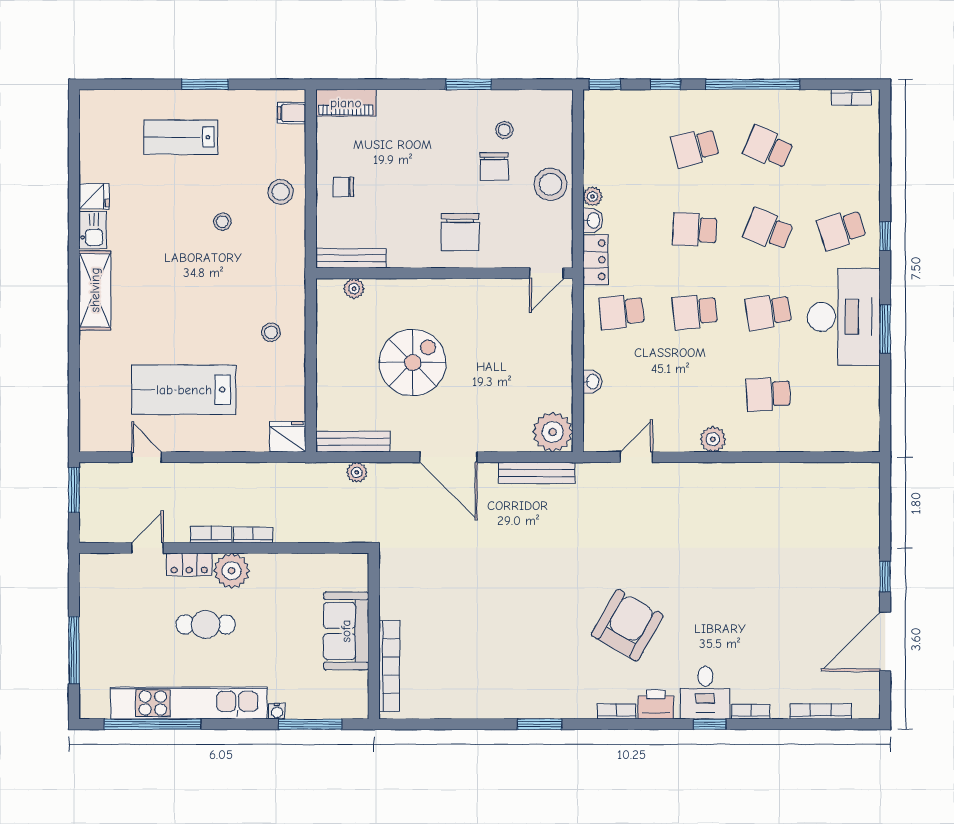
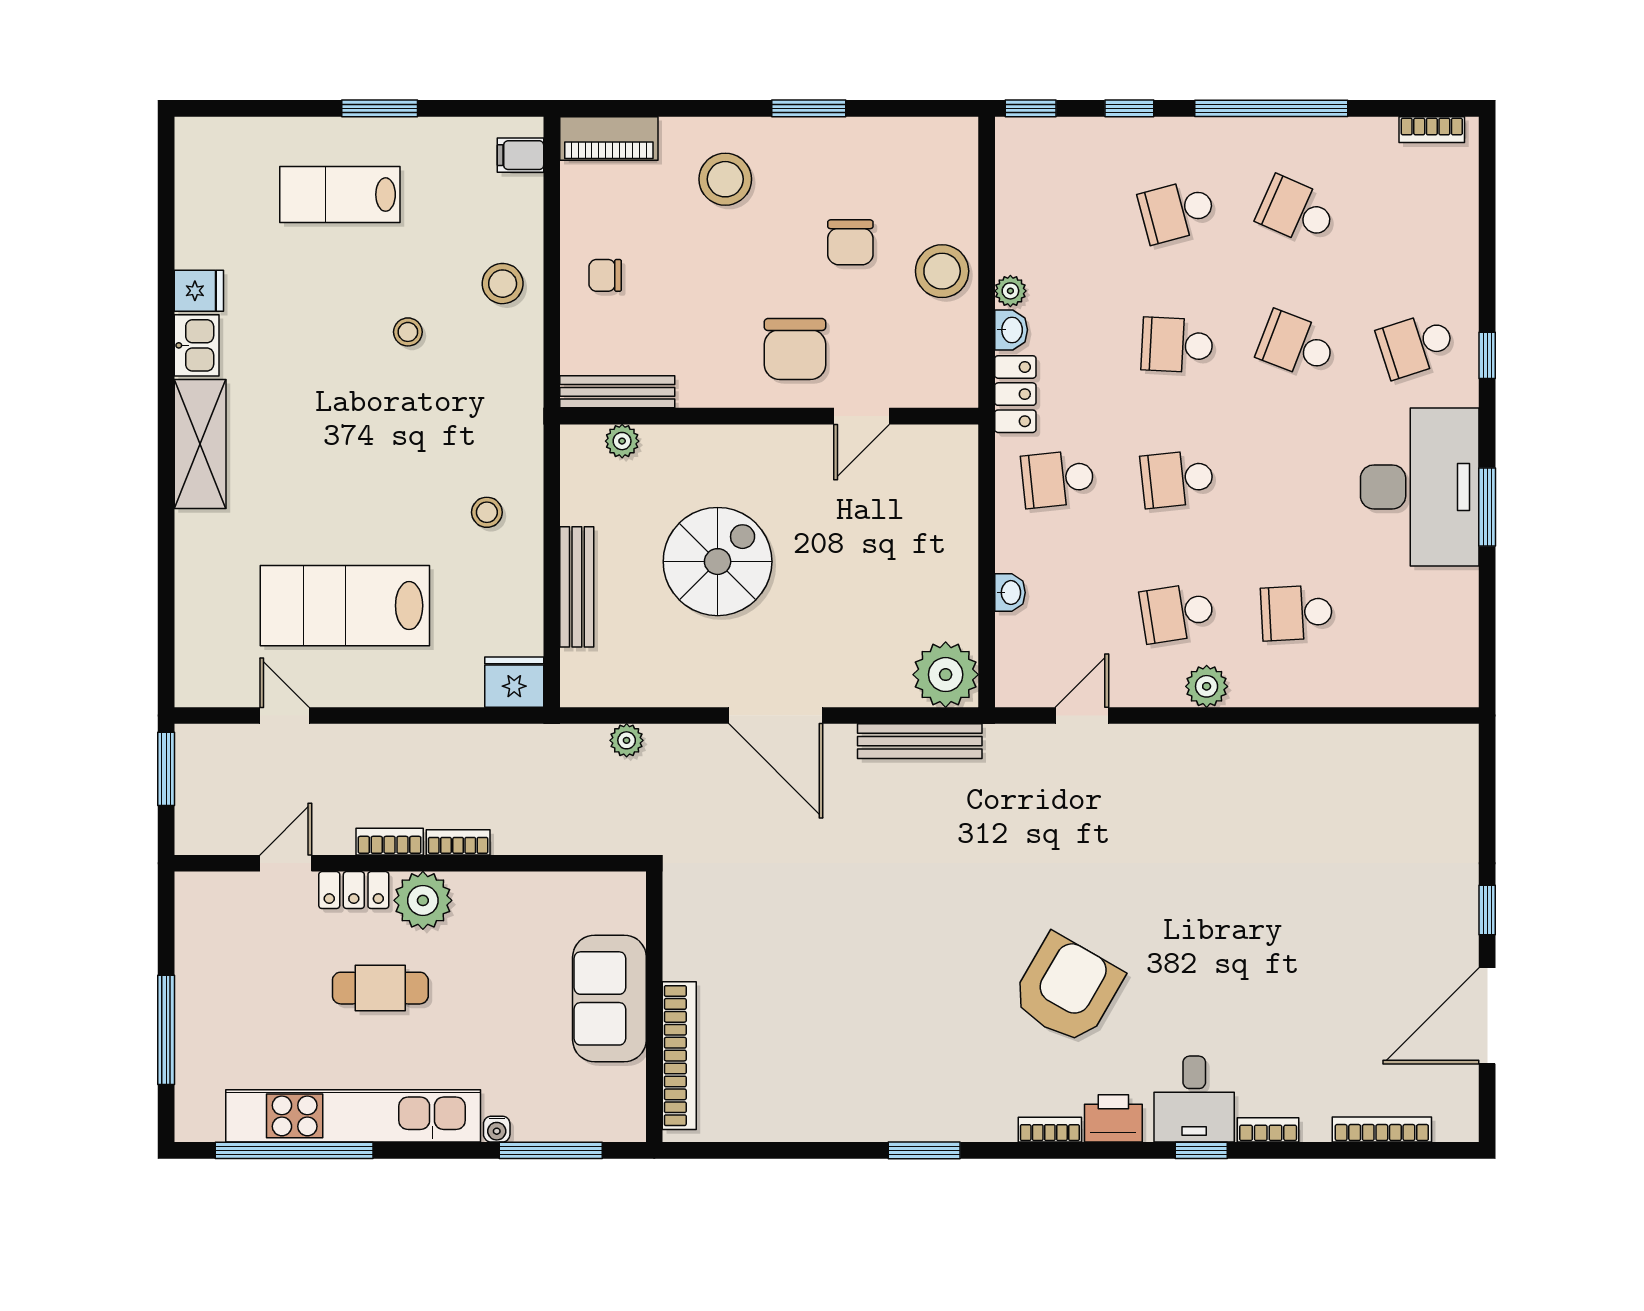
stool: (504, 130) -> (725, 179), moved, width x1.89, depth x1.89
door: (546, 273) -> (862, 416), moved
school desk: (768, 312) -> (1177, 613), moved
bench: (353, 442) -> (577, 587), moved, turned 90

